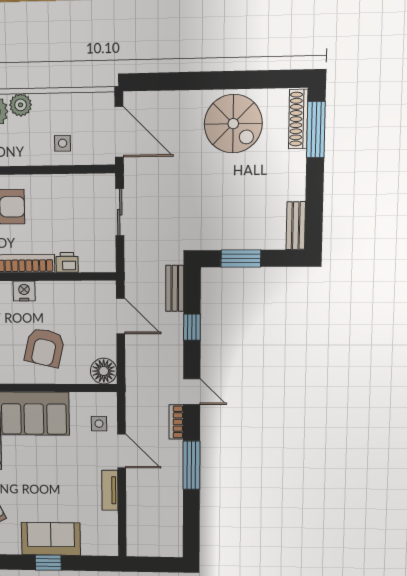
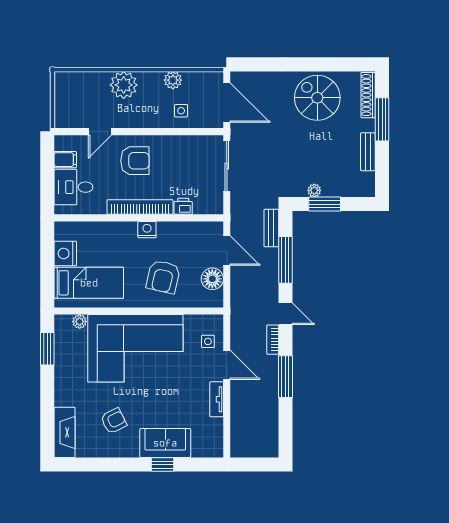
plant: (21, 105) -> (173, 80), moved
spiral stairs: (233, 124) -> (317, 98), turned 180
window: (316, 130) -> (382, 119), moved
sliding door: (120, 212) -> (227, 166), width x1.37
bench: (296, 226) -> (368, 152), moved
plant: (228, 242) -> (314, 190), added
window: (192, 327) -> (285, 260), width x2.17
floor lamp: (104, 371) -> (212, 279), moved

